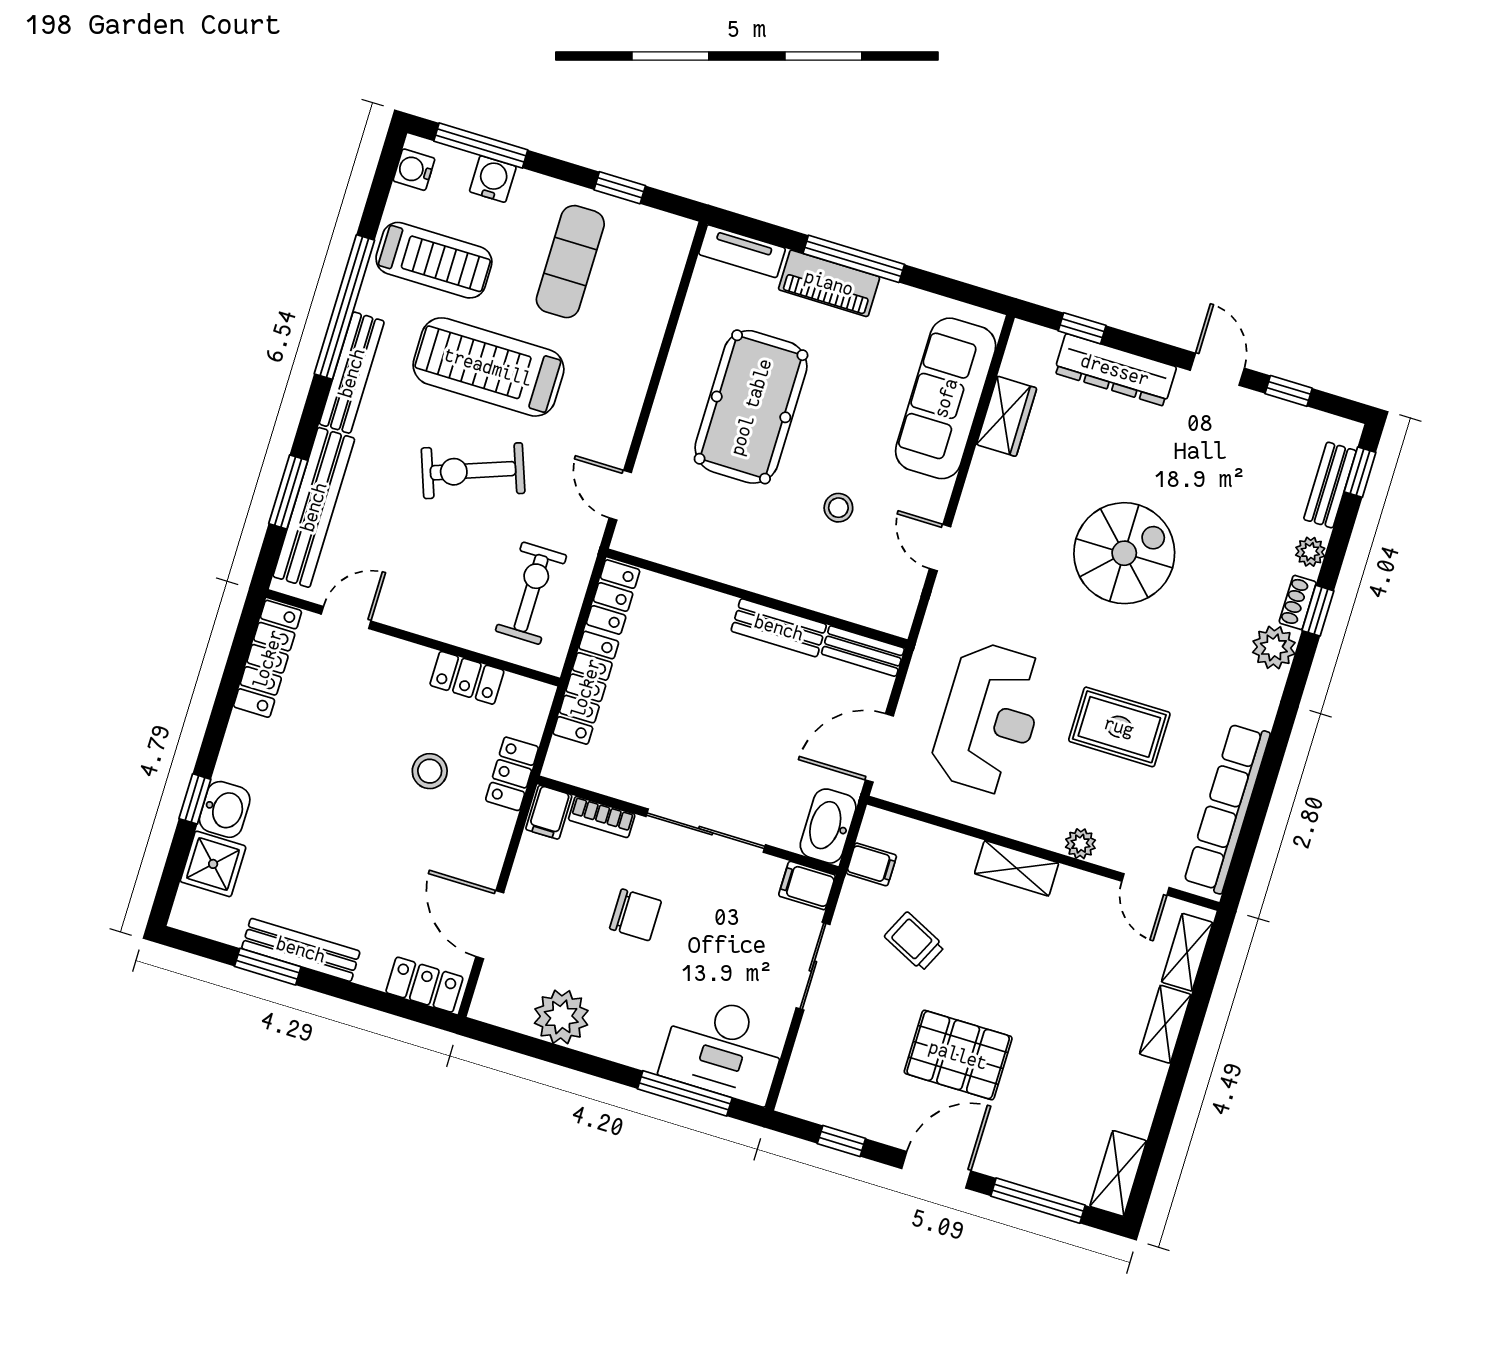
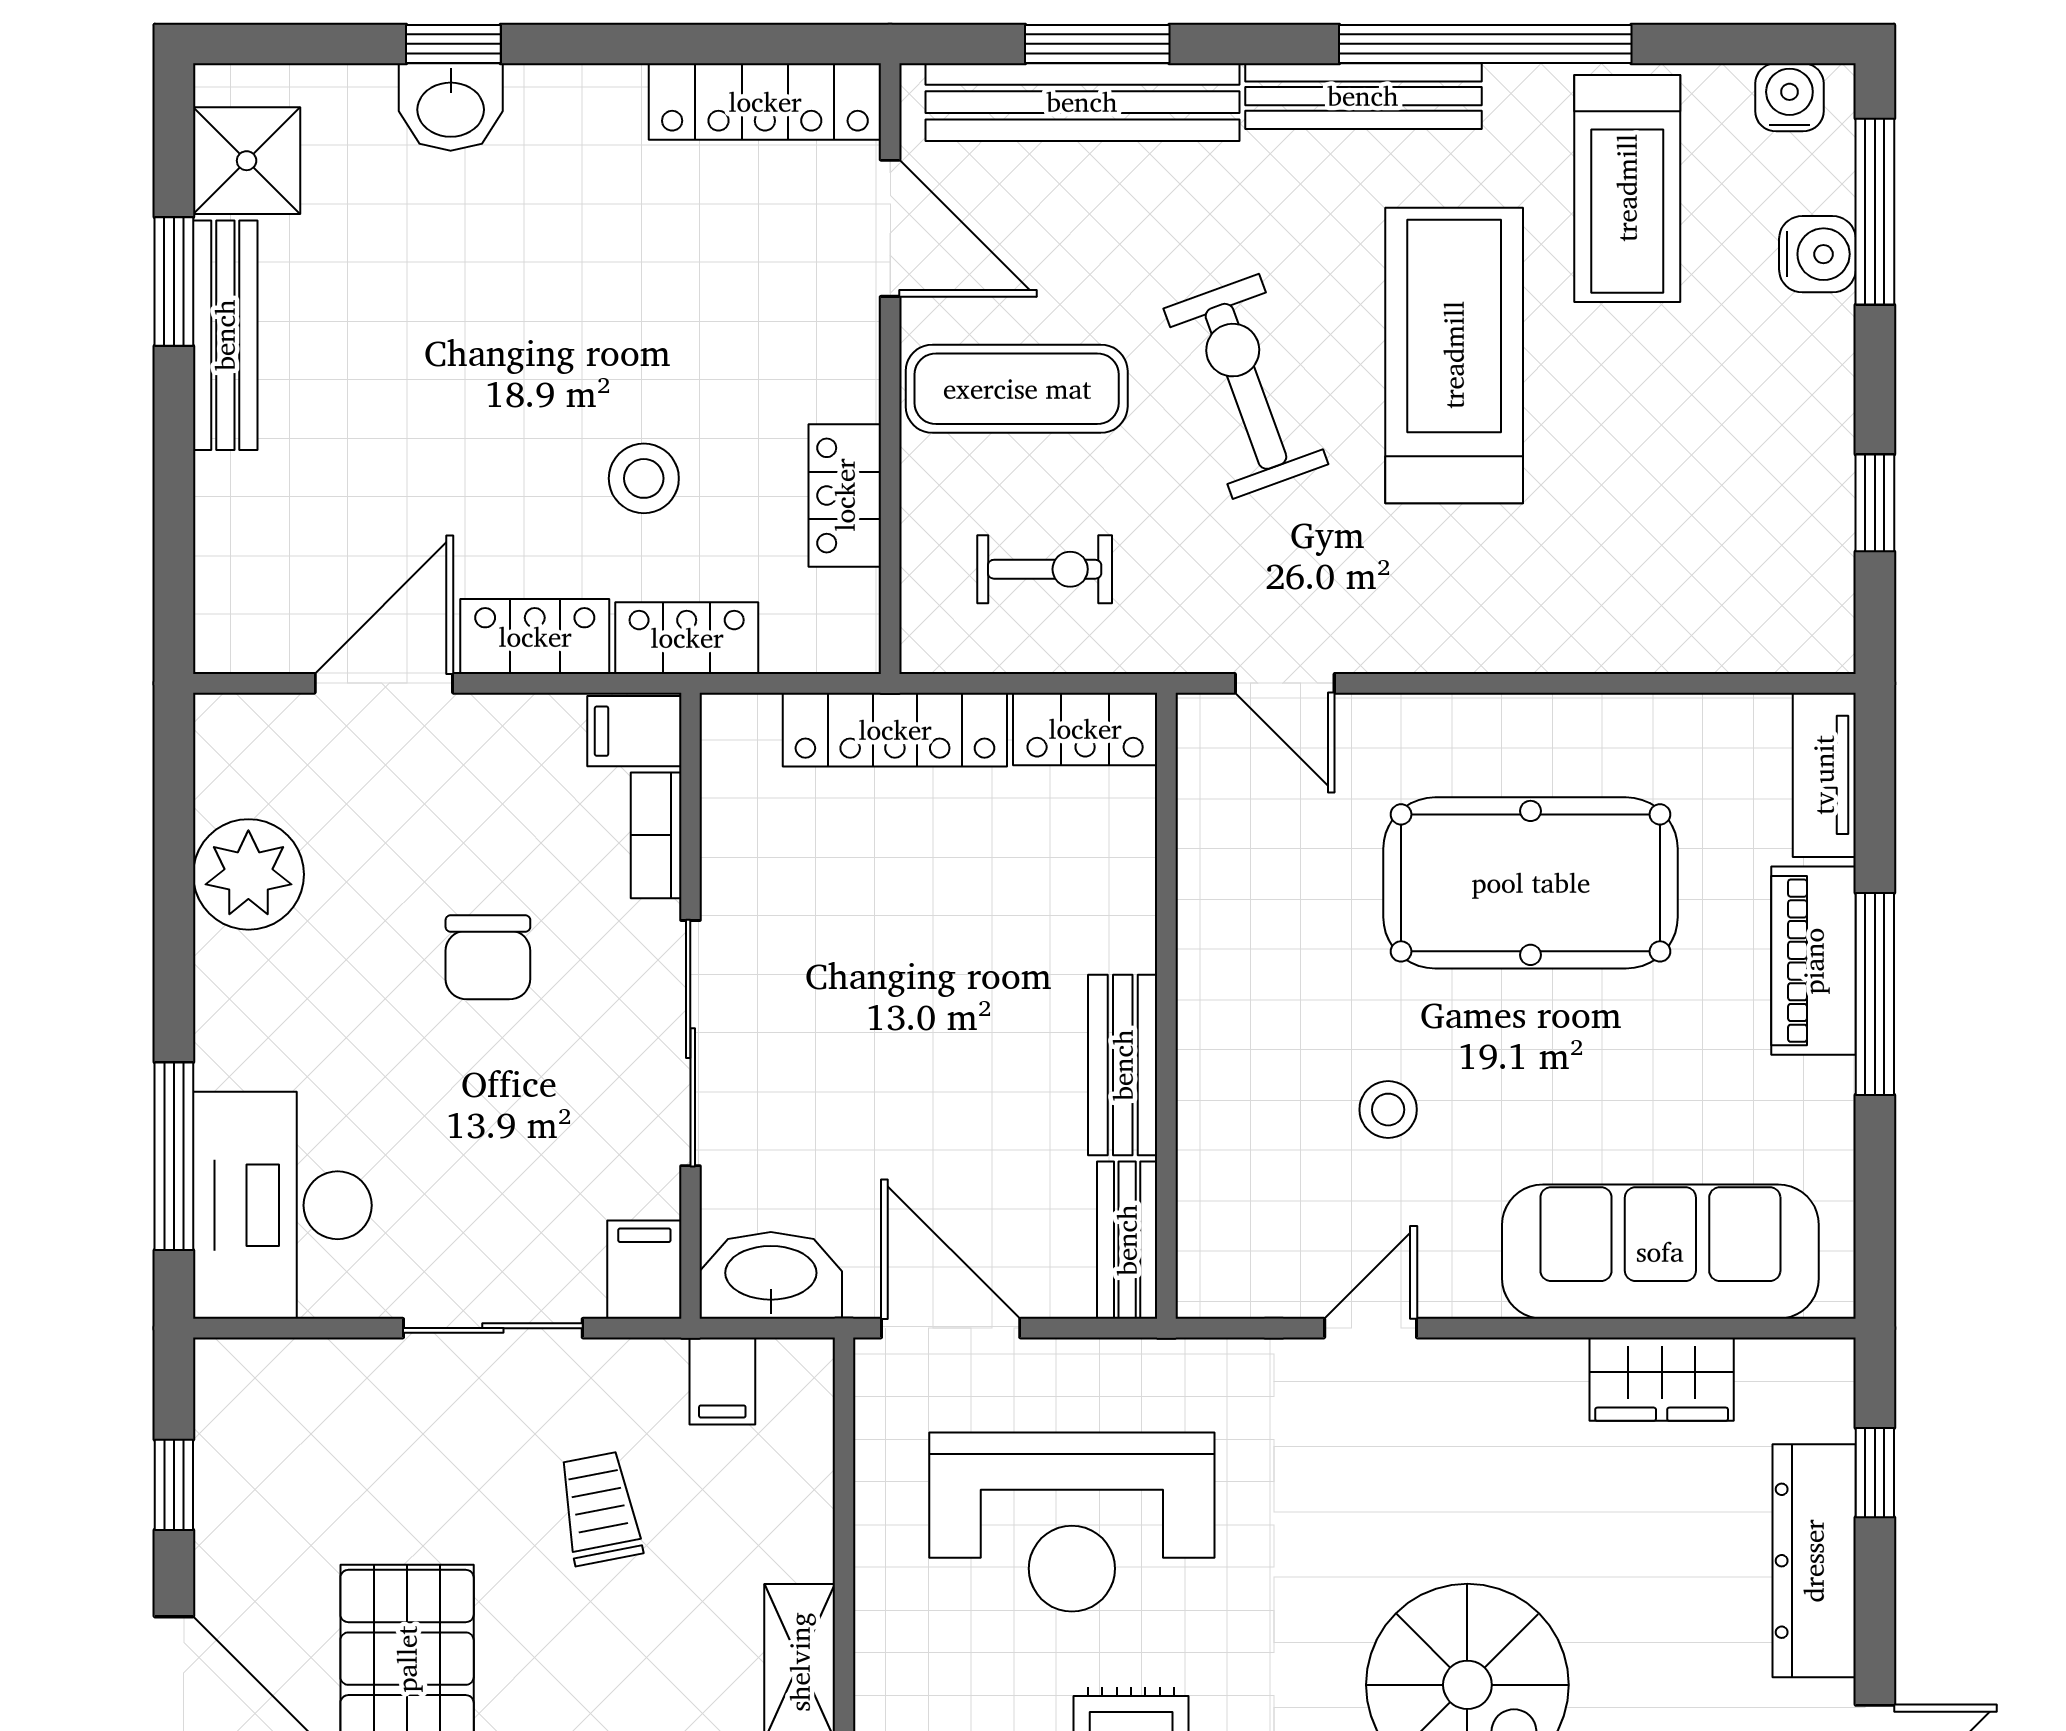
exercise mat: (570, 262) -> (1017, 389), moved
door: (620, 495) -> (1285, 683), swing flipped
exercise bike: (531, 593) -> (1045, 569), width x0.73, depth x0.72
door: (346, 617) -> (890, 228), width x1.38
shower: (213, 864) -> (247, 161), moved
trolley: (914, 941) -> (600, 1509), turned -37
locker: (424, 985) -> (535, 637), moved, turned -90

